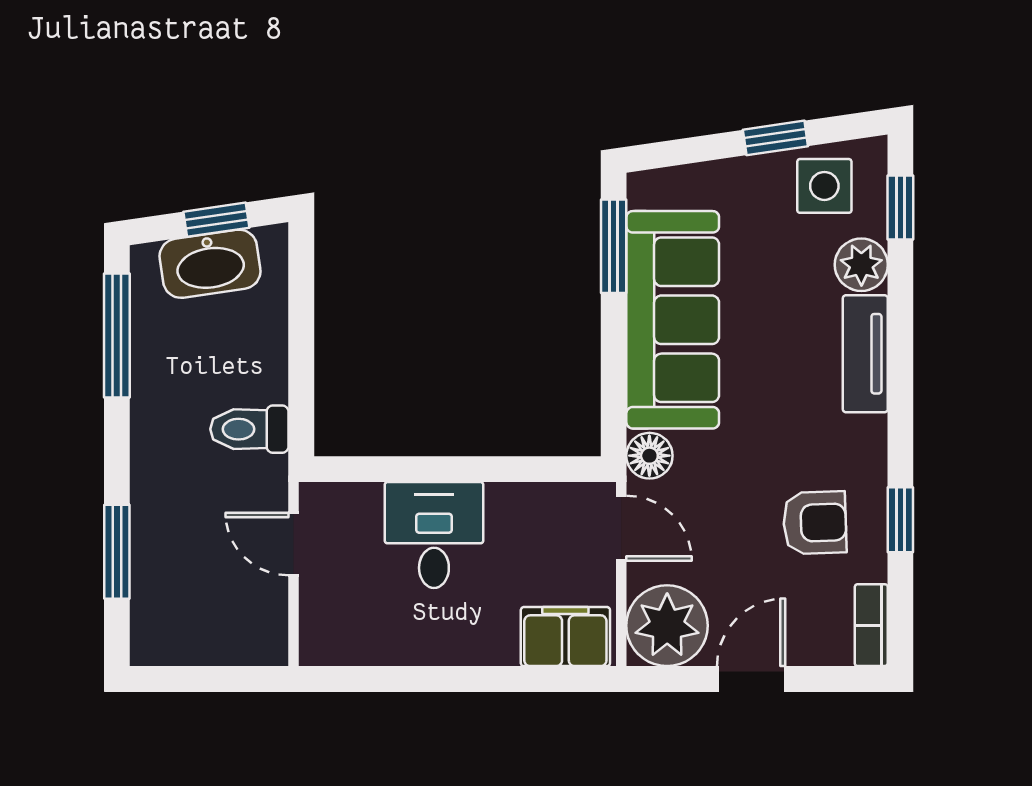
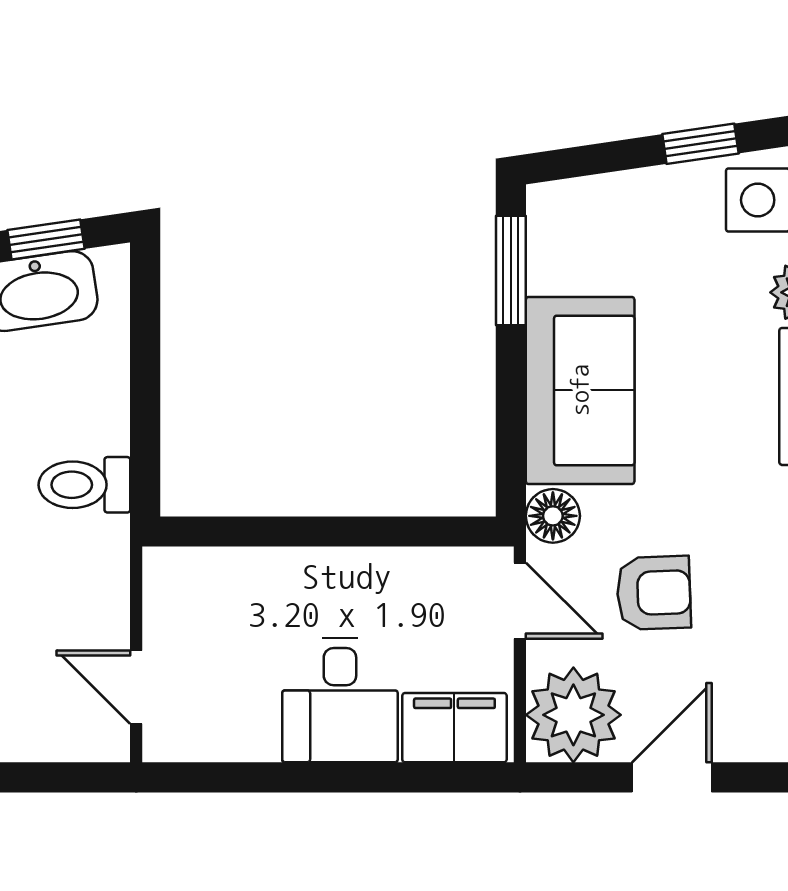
sofa: (673, 320) -> (580, 390), width x0.73
armchair: (815, 523) -> (654, 593), moved
desk: (434, 535) -> (340, 700), moved, turned 180
door: (294, 544) -> (136, 687), moved

